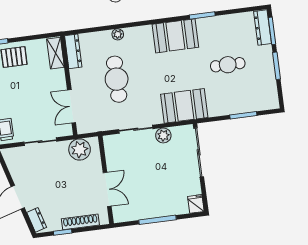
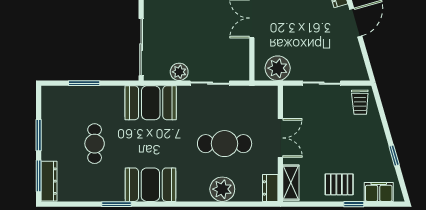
plant: (118, 34) -> (222, 189), width x1.87, depth x1.87
dresser: (73, 51) -> (270, 188), width x0.70
cafe table: (228, 65) -> (95, 144), turned 90
cafe table: (117, 79) -> (225, 144), turned 90
double door: (72, 106) -> (280, 138), moved

